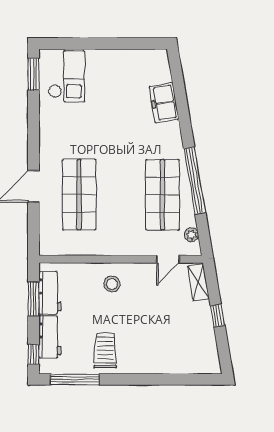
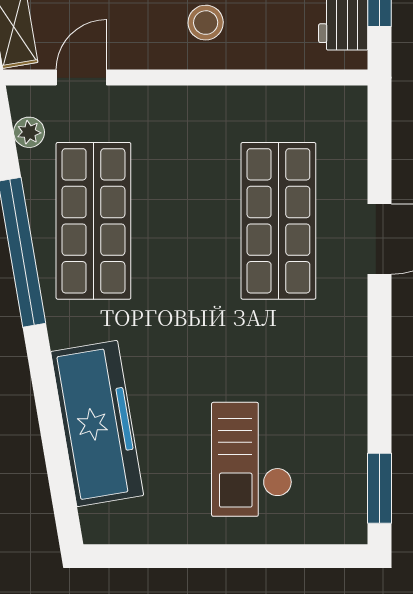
checkout: (67, 76) -> (252, 459), moved
freezer: (164, 103) -> (97, 423), width x1.91, depth x1.26

